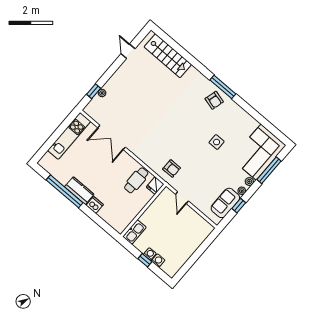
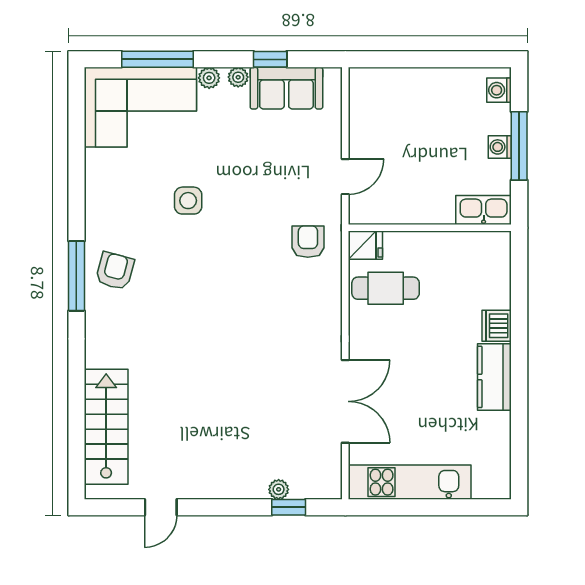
window: (64, 191) -> (519, 403), removed
window: (145, 260) -> (519, 146), width x2.17
washing machine: (158, 261) -> (499, 90), moved

